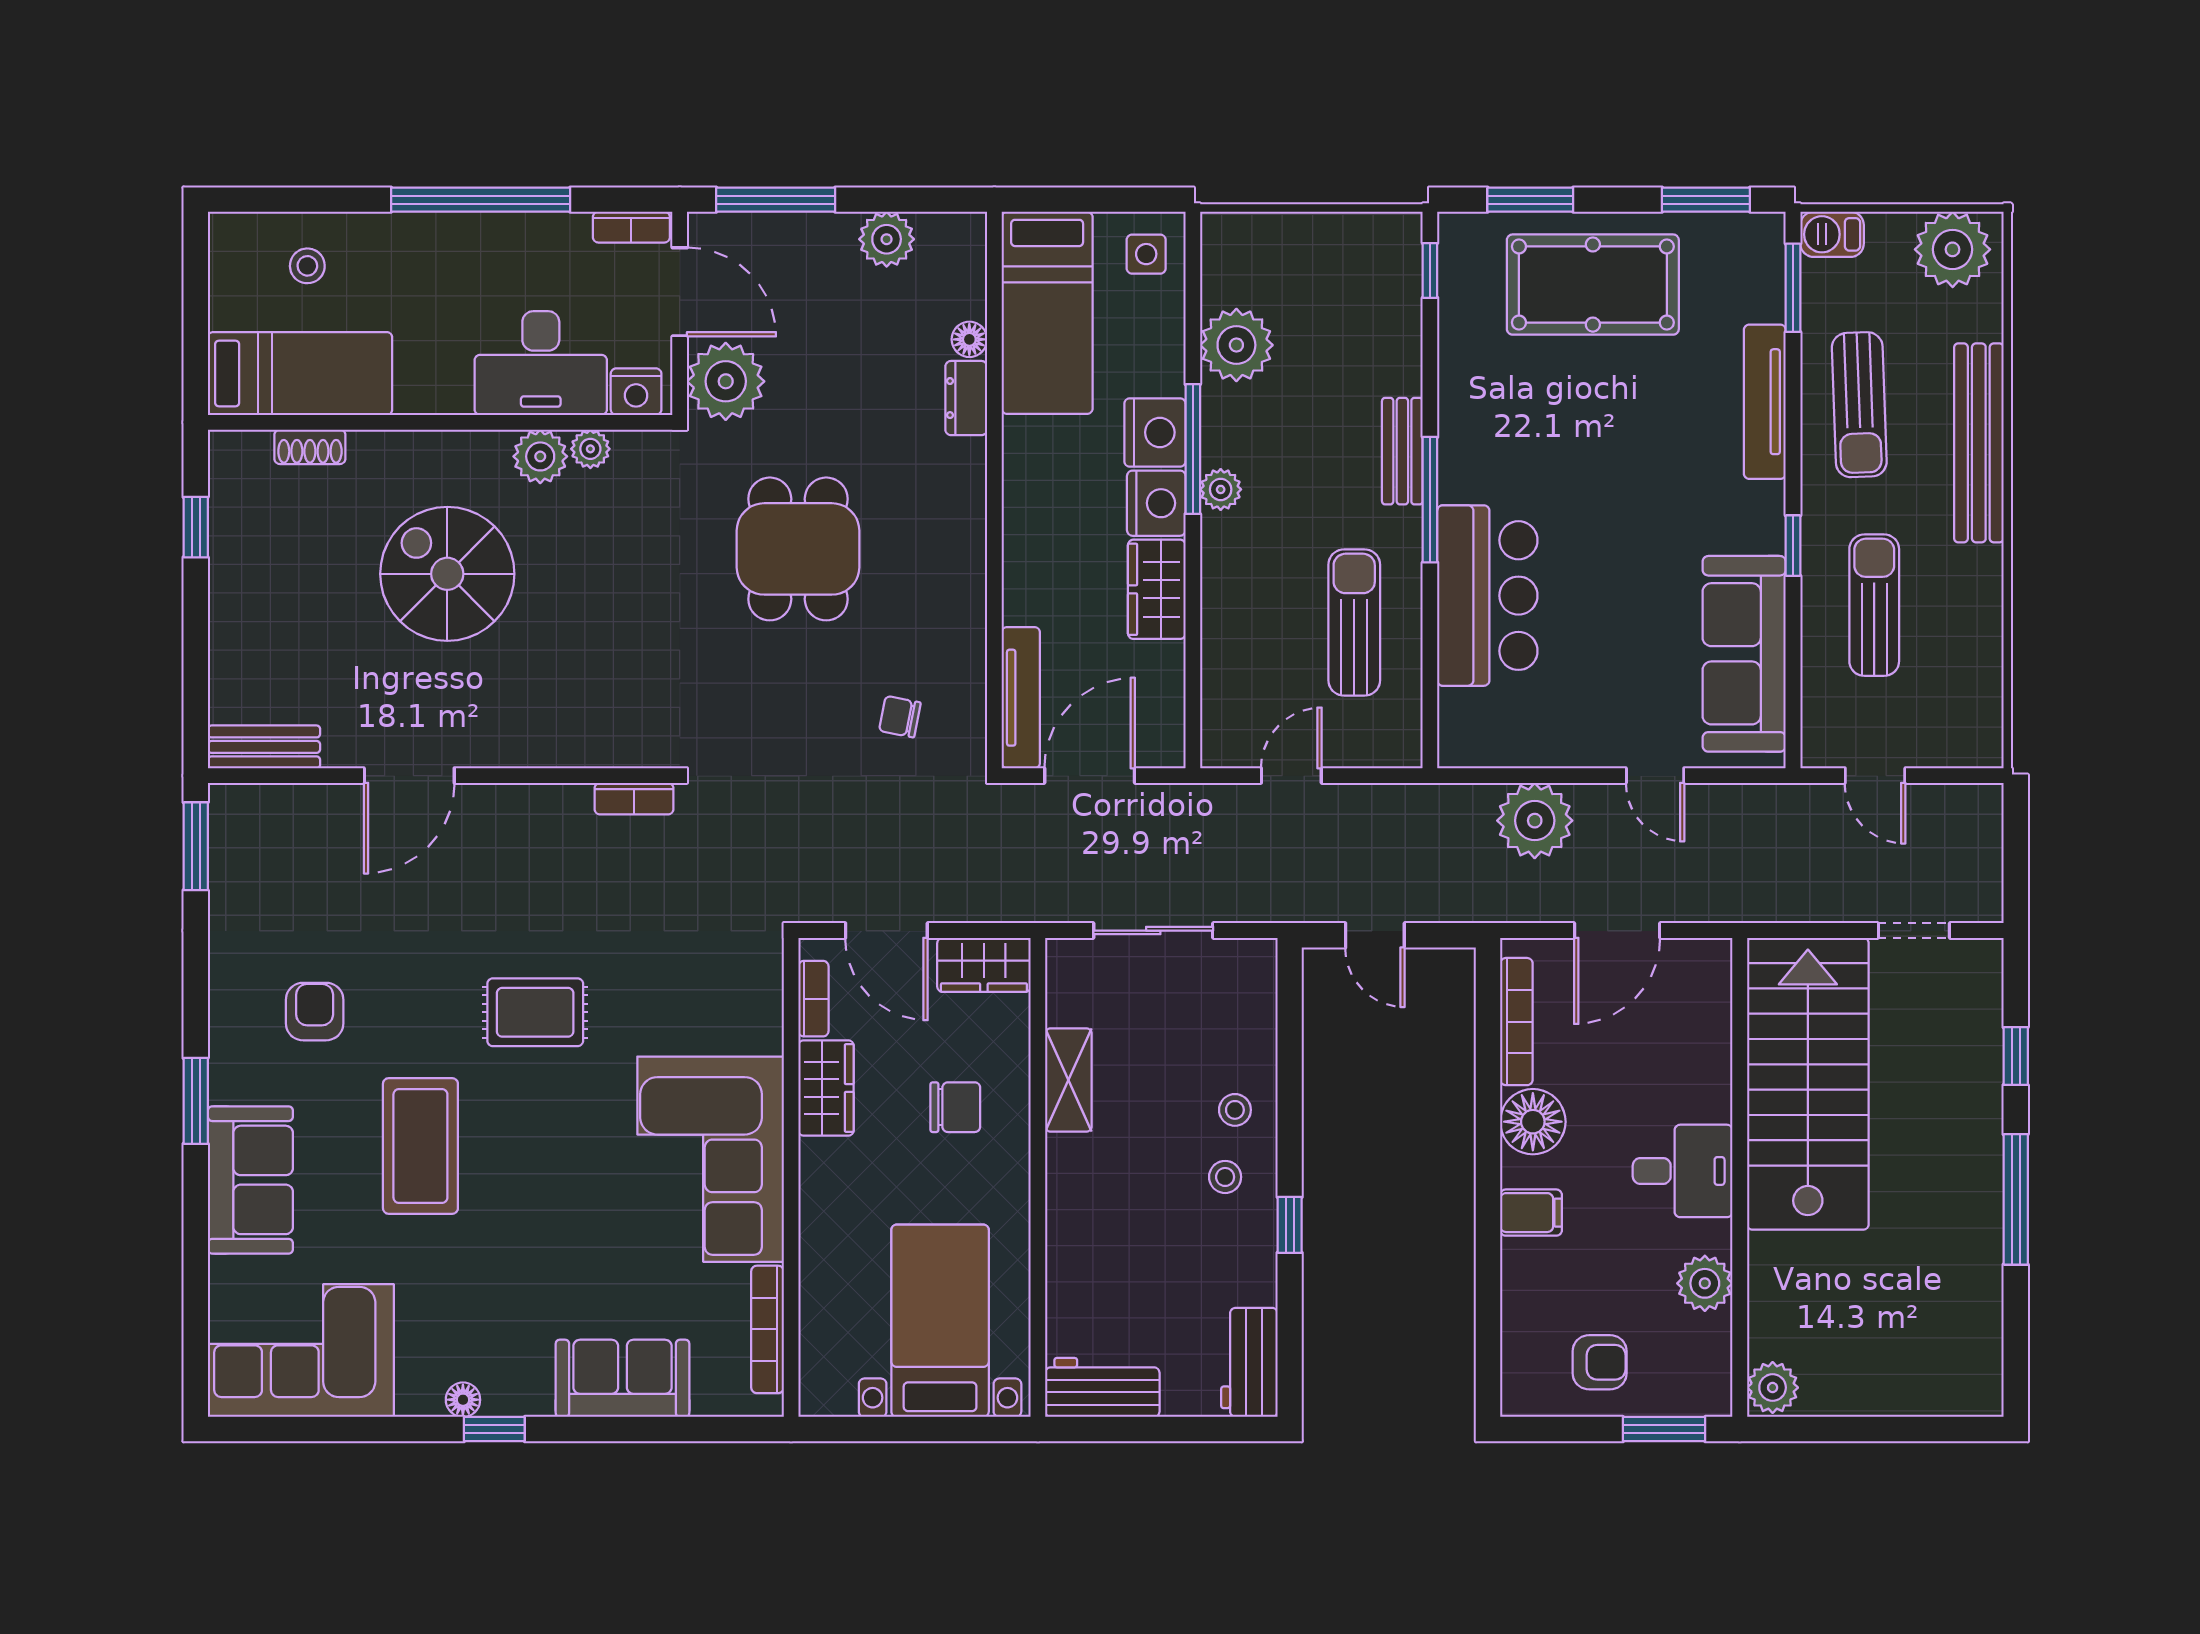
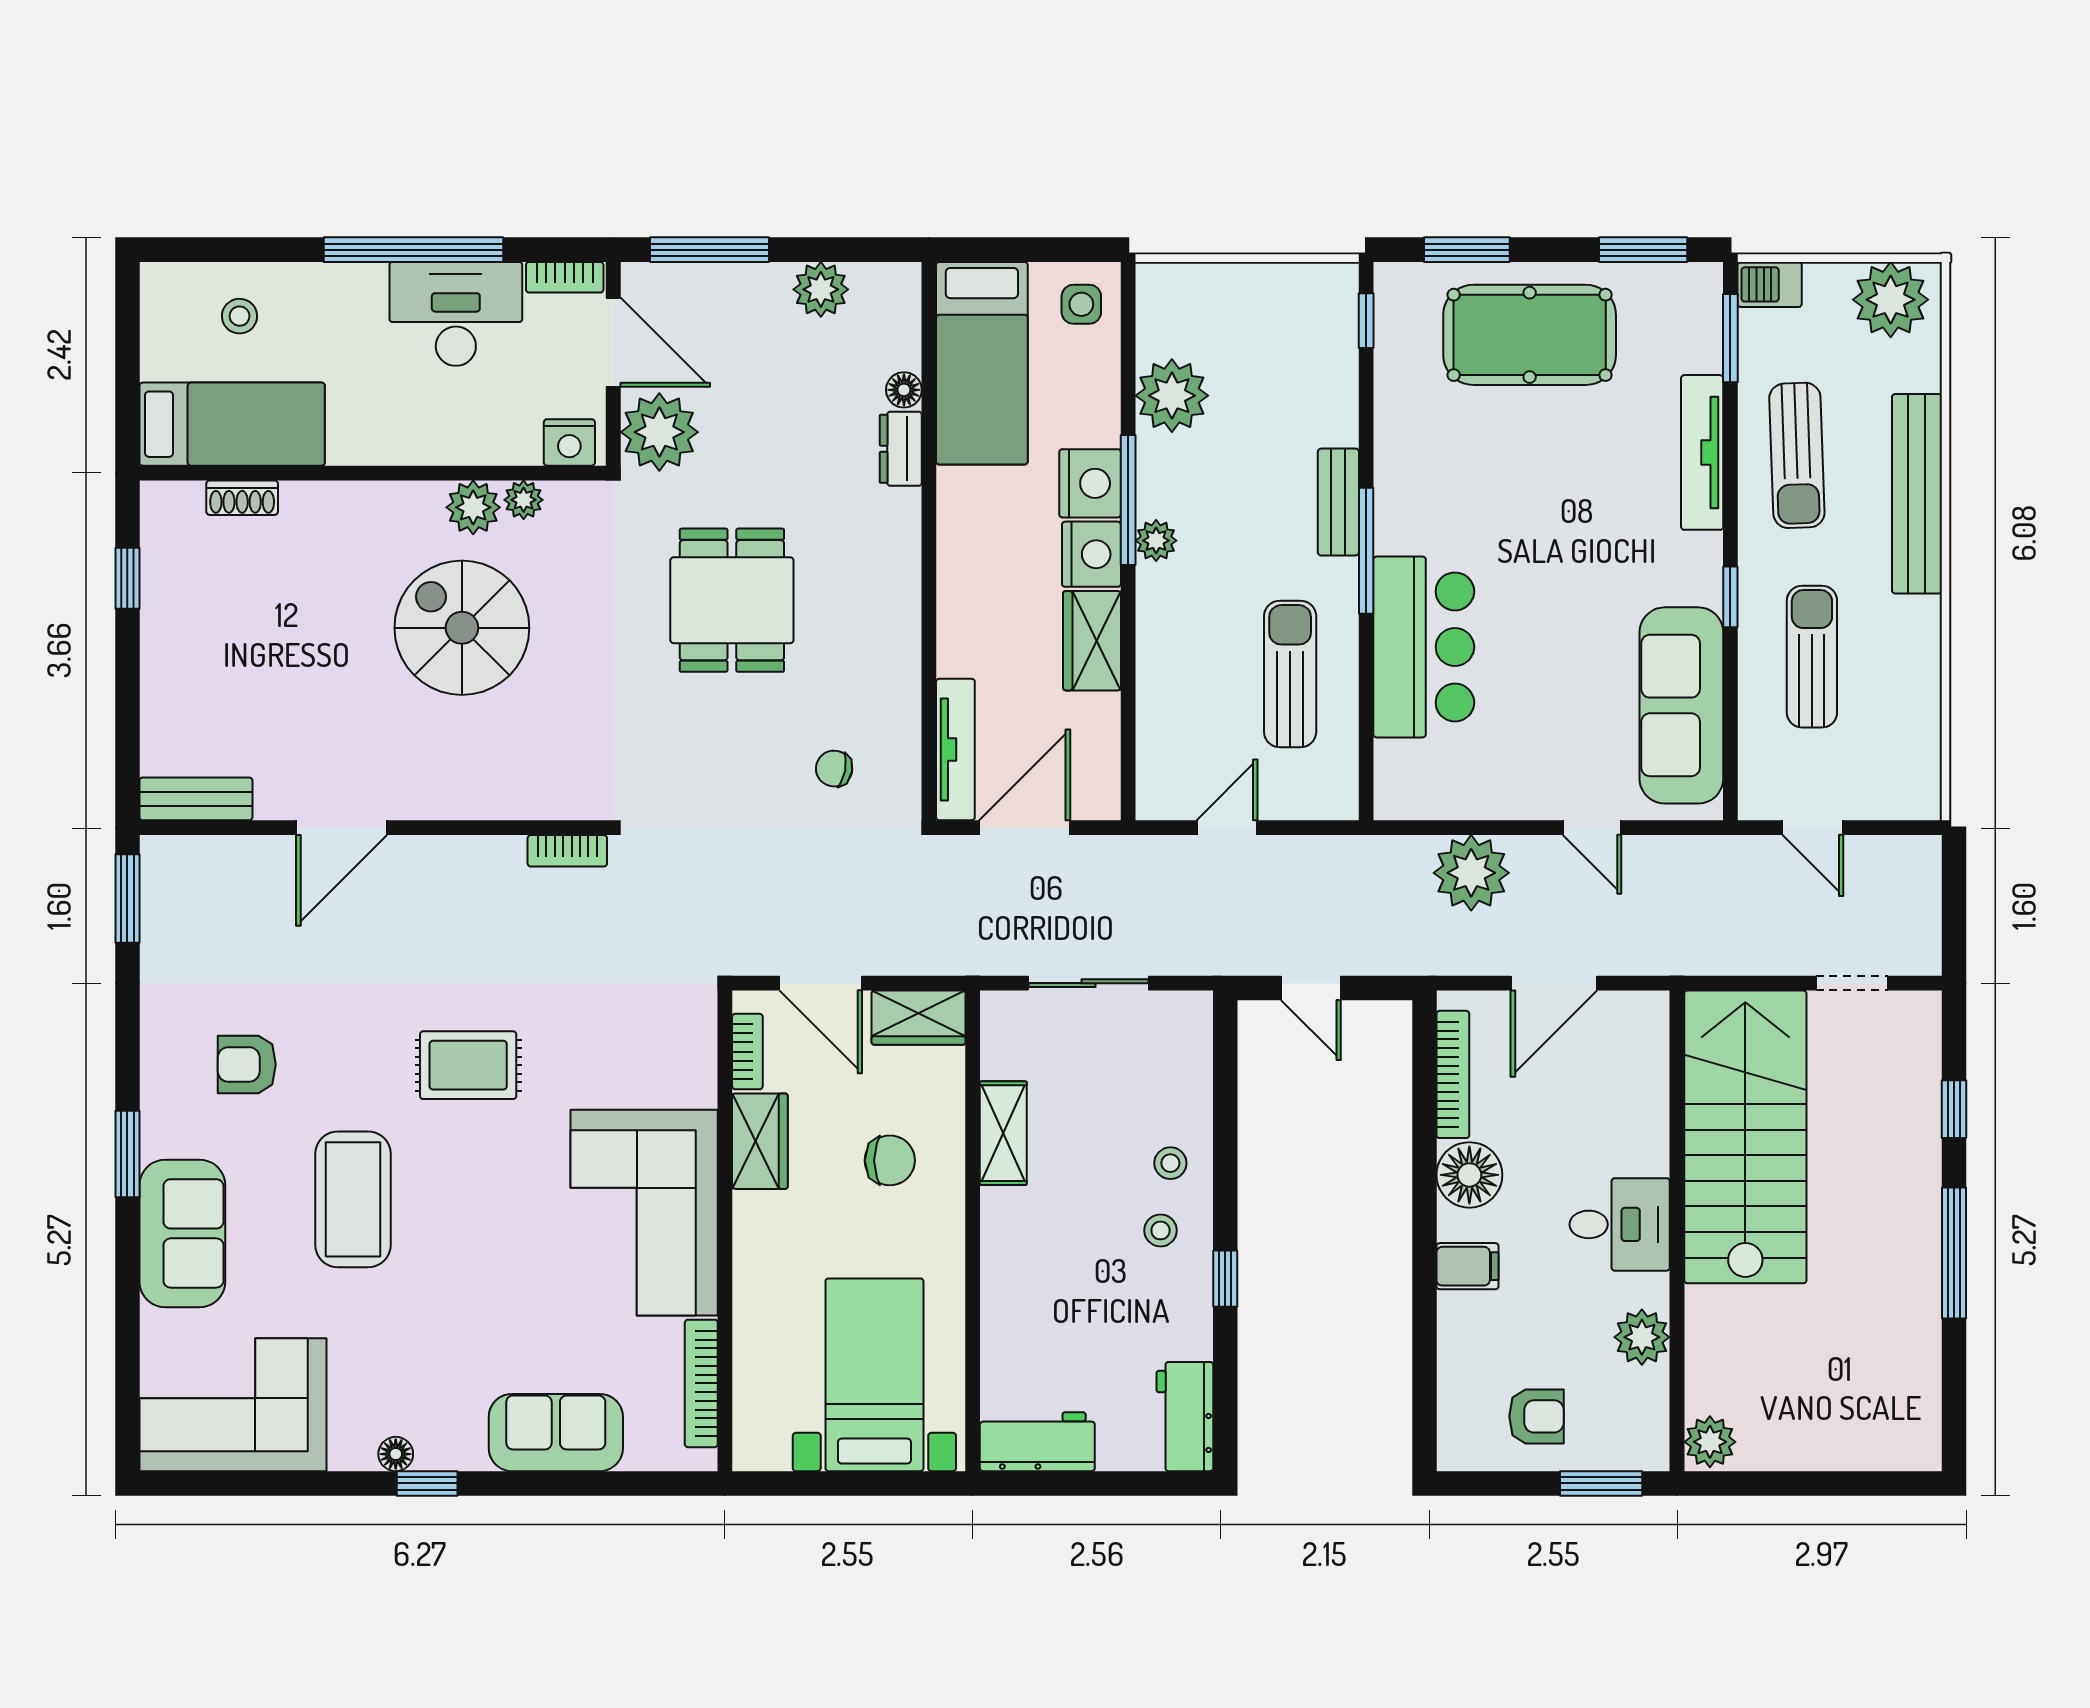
desk: (541, 363) -> (456, 314), moved, turned 180
spiral stairs: (447, 574) -> (462, 628), moved
armchair: (315, 1012) -> (247, 1064), turned -90

